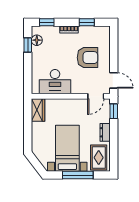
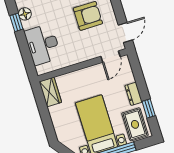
door: (114, 80) -> (125, 33), hinge flipped
desk: (55, 82) -> (43, 44), moved, turned 90
window: (114, 111) -> (149, 108), moved

